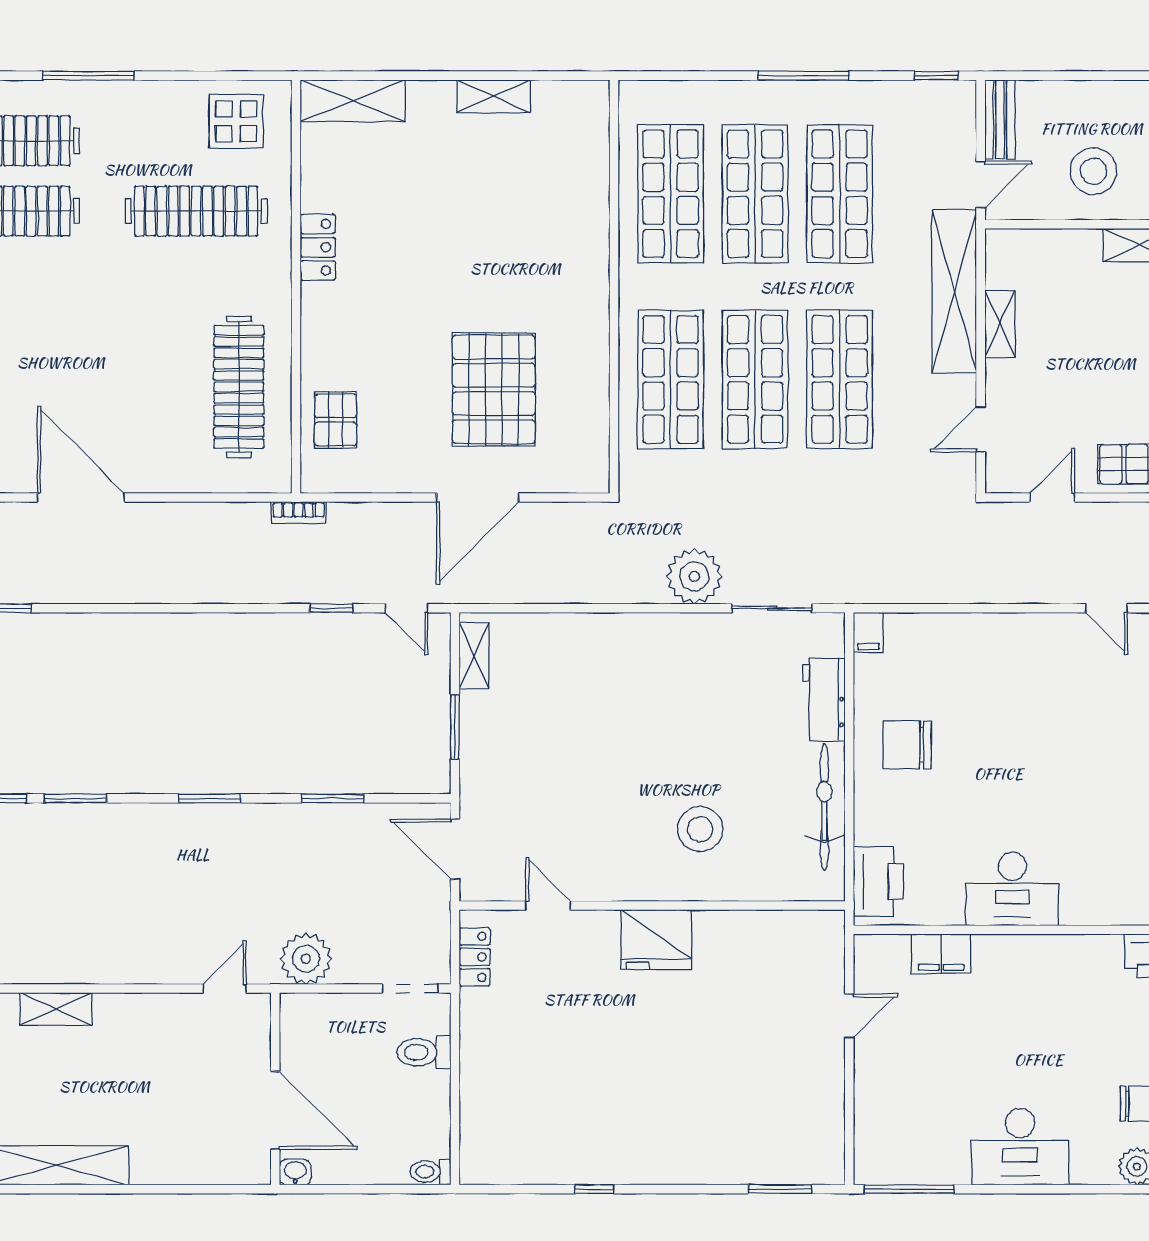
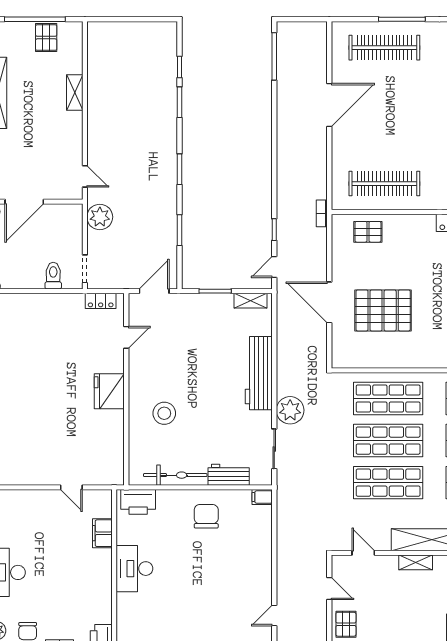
workbench: (619, 639) -> (259, 373), added

